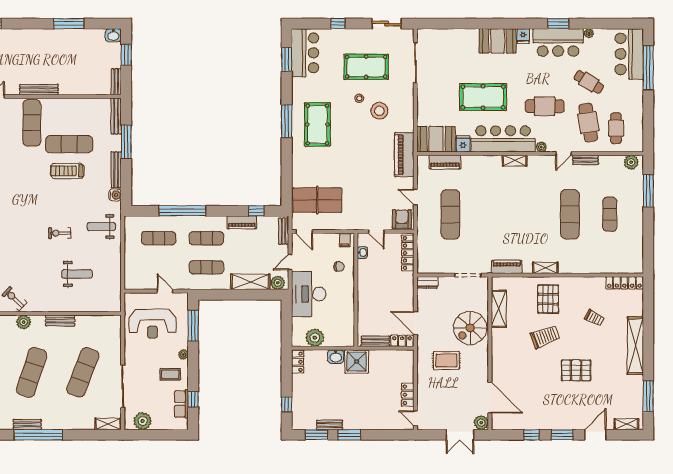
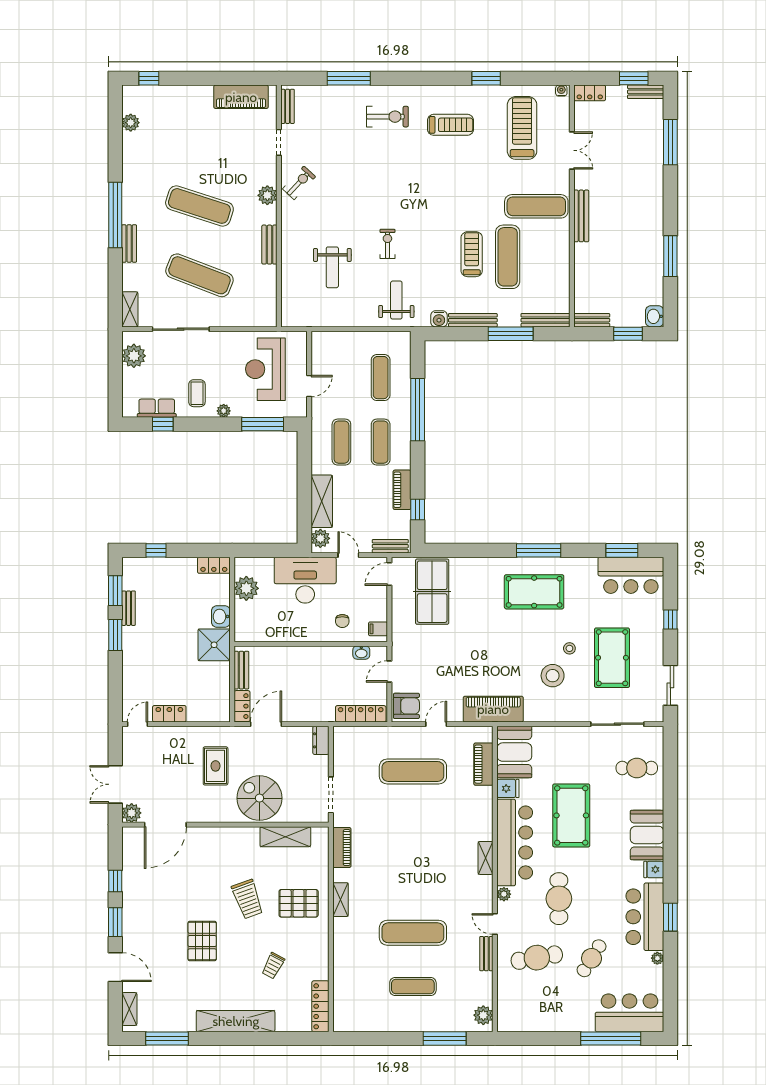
cafe table: (616, 128) -> (637, 768), moved
bench: (27, 424) -> (129, 244), moved

